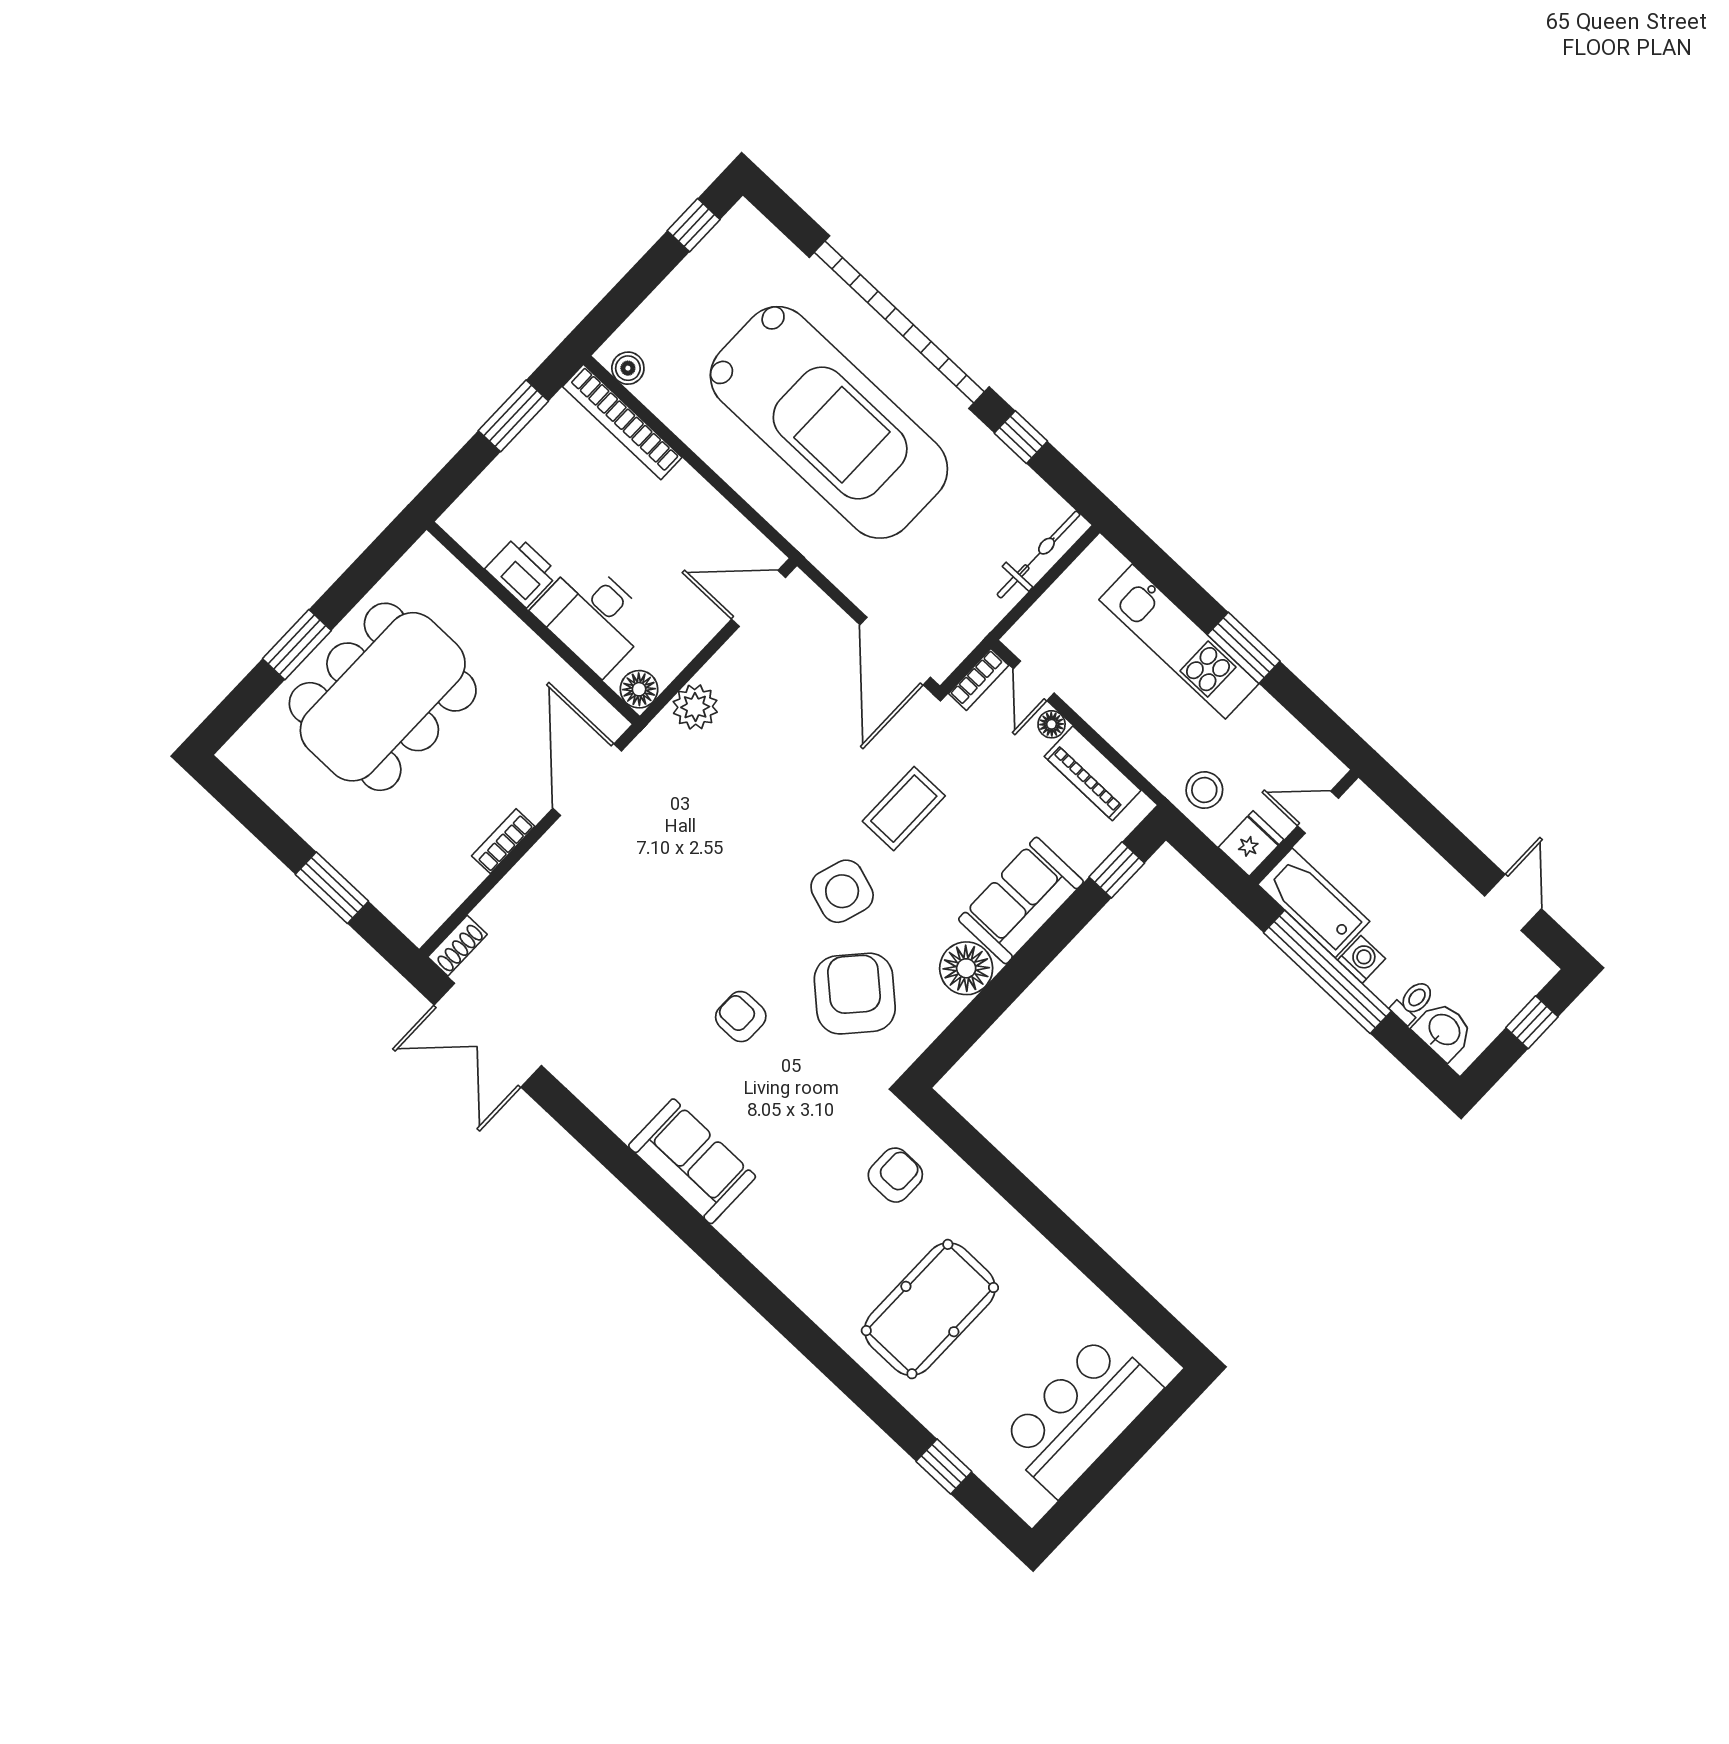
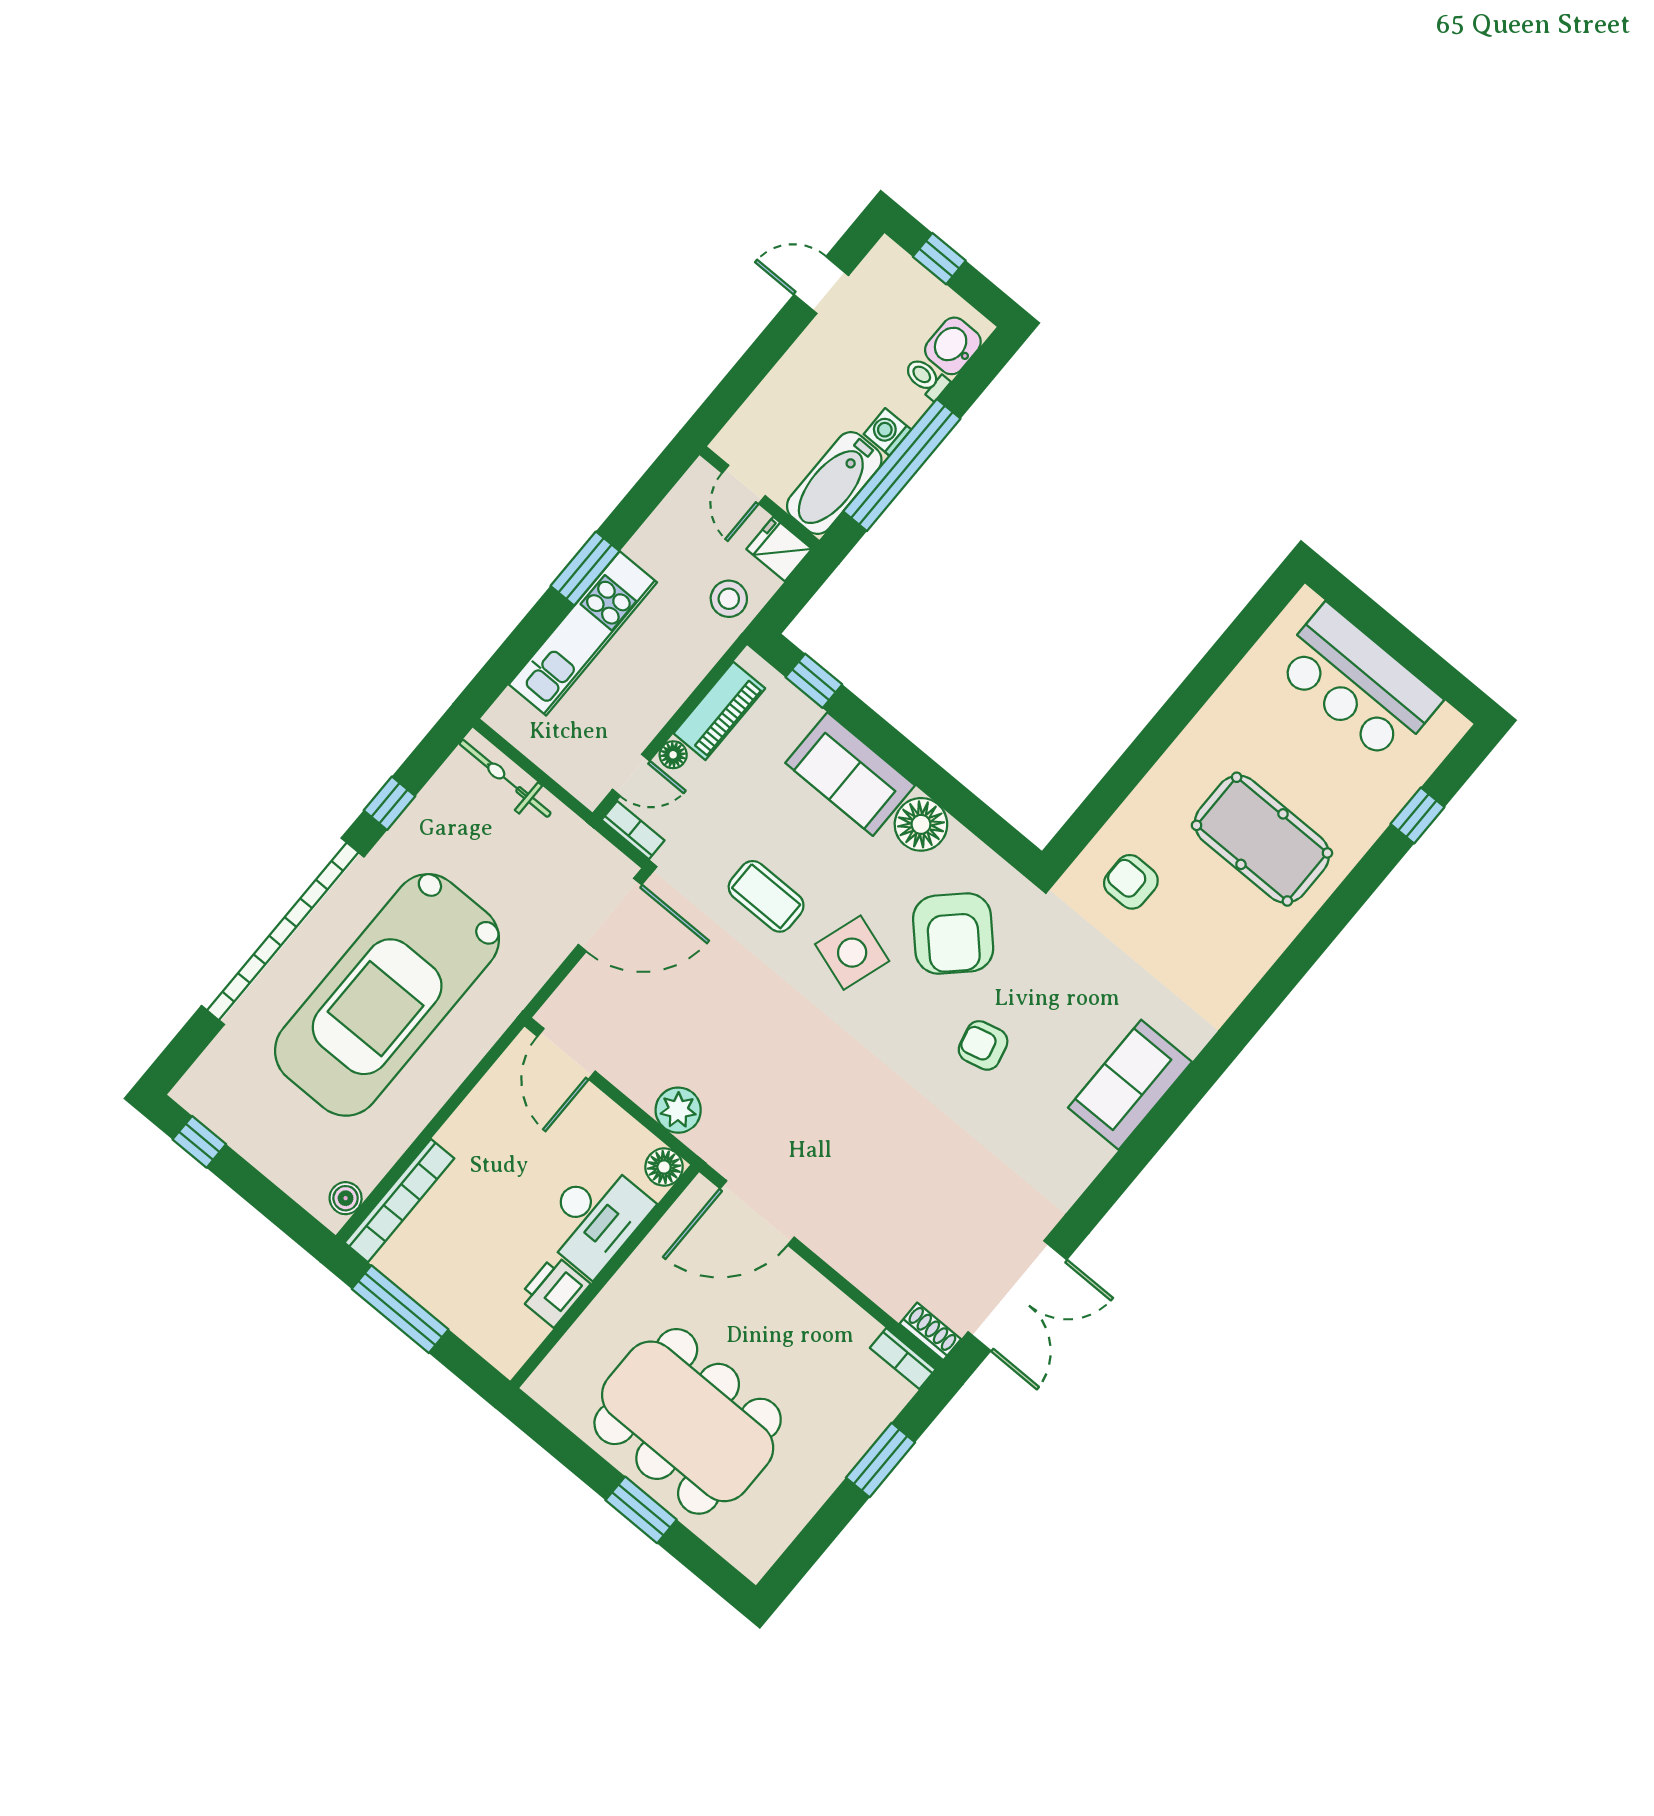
window: (513, 416) -> (400, 1309), width x1.44
car: (829, 422) -> (387, 995), turned 180
bookcase: (503, 841) -> (903, 1359), moved
armchair: (855, 994) -> (953, 934), turned -86
armchair: (741, 1017) -> (983, 1045), turned 76

